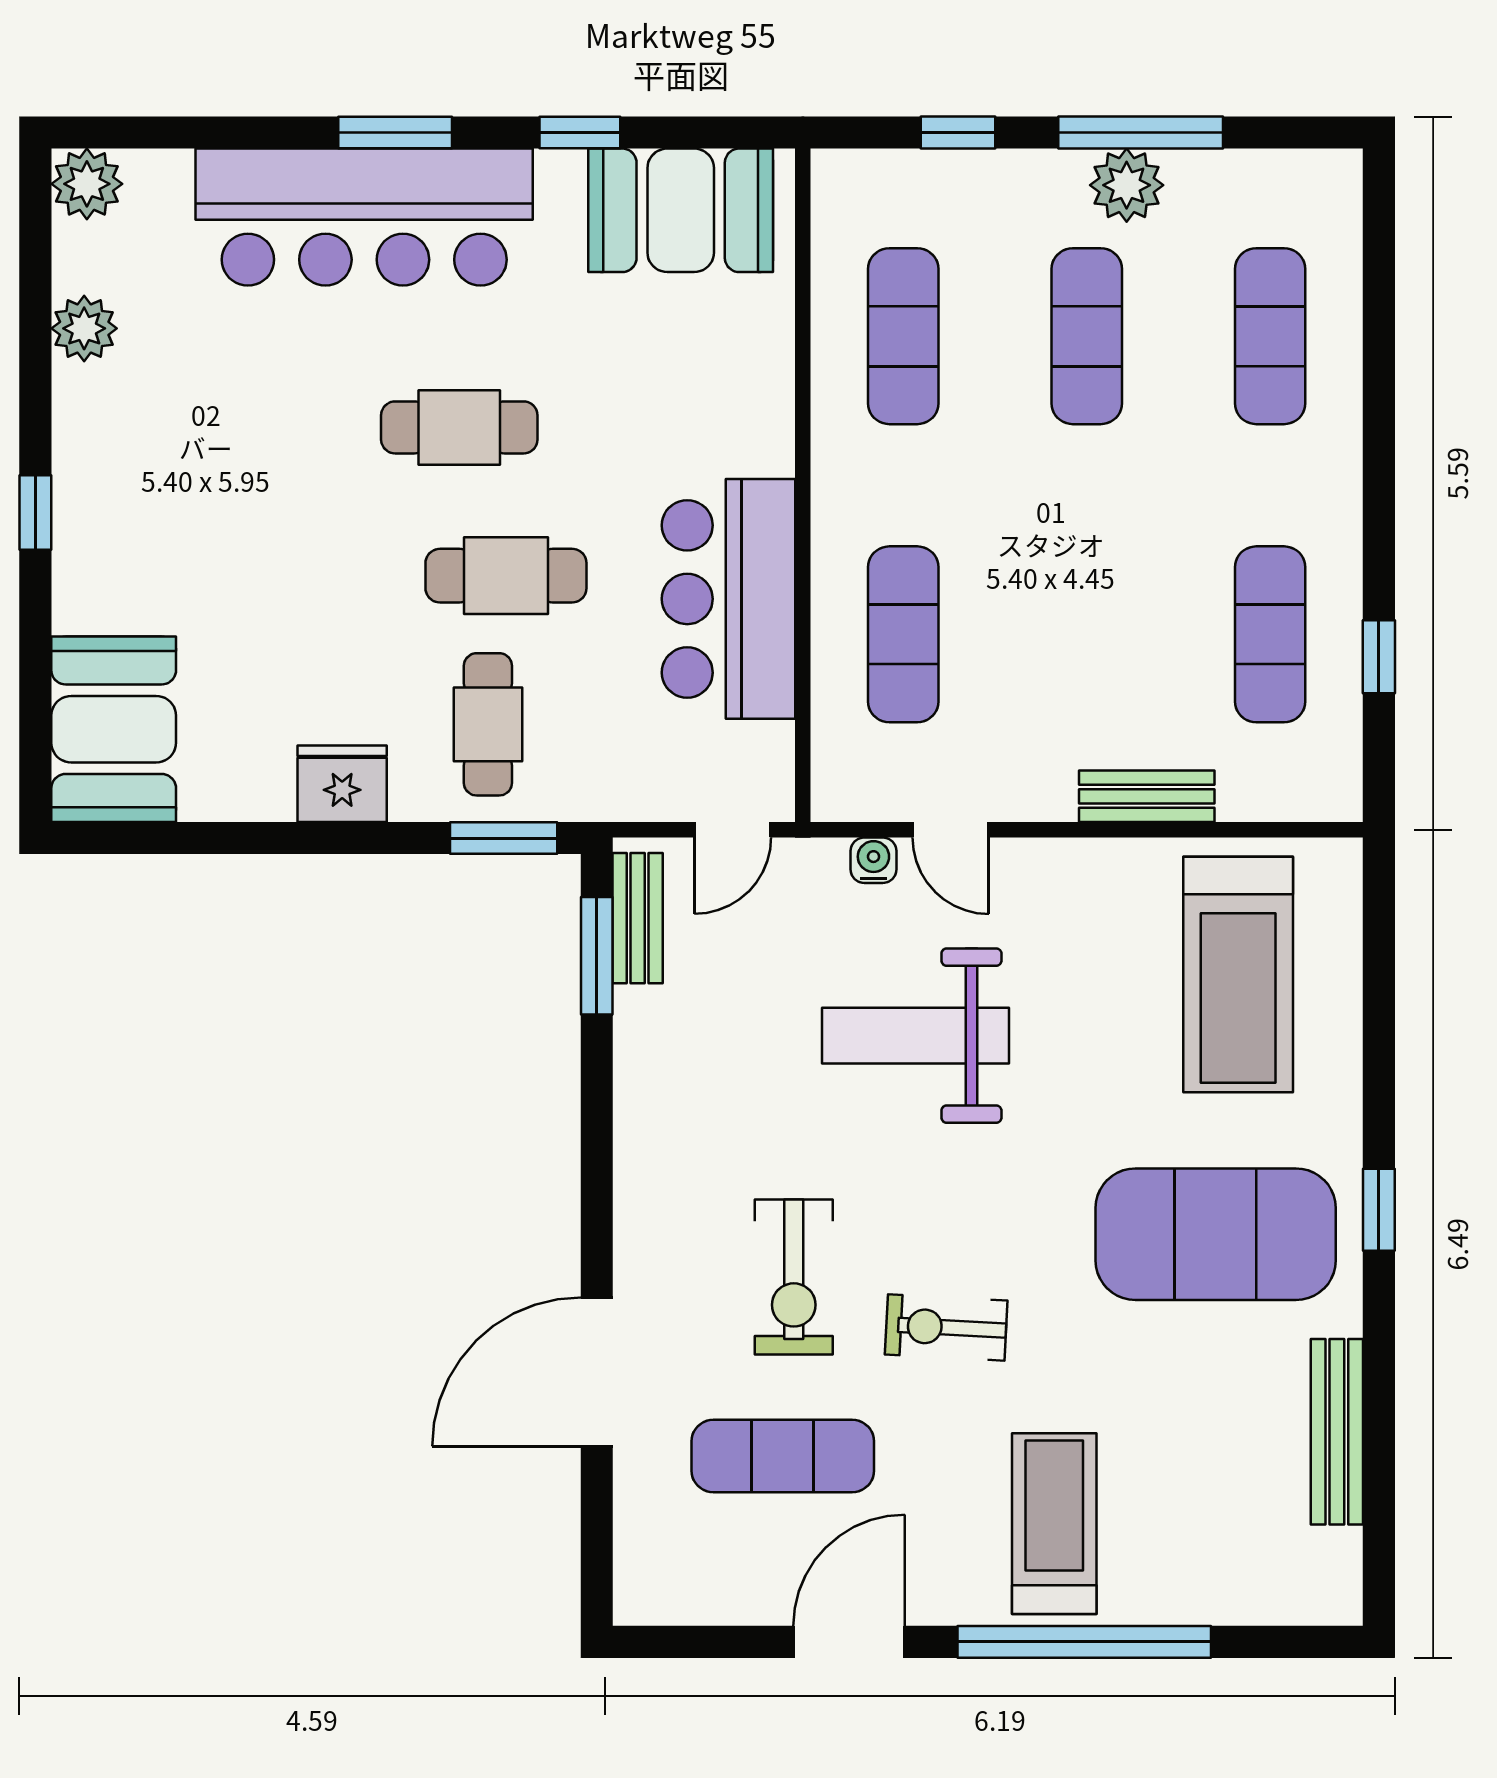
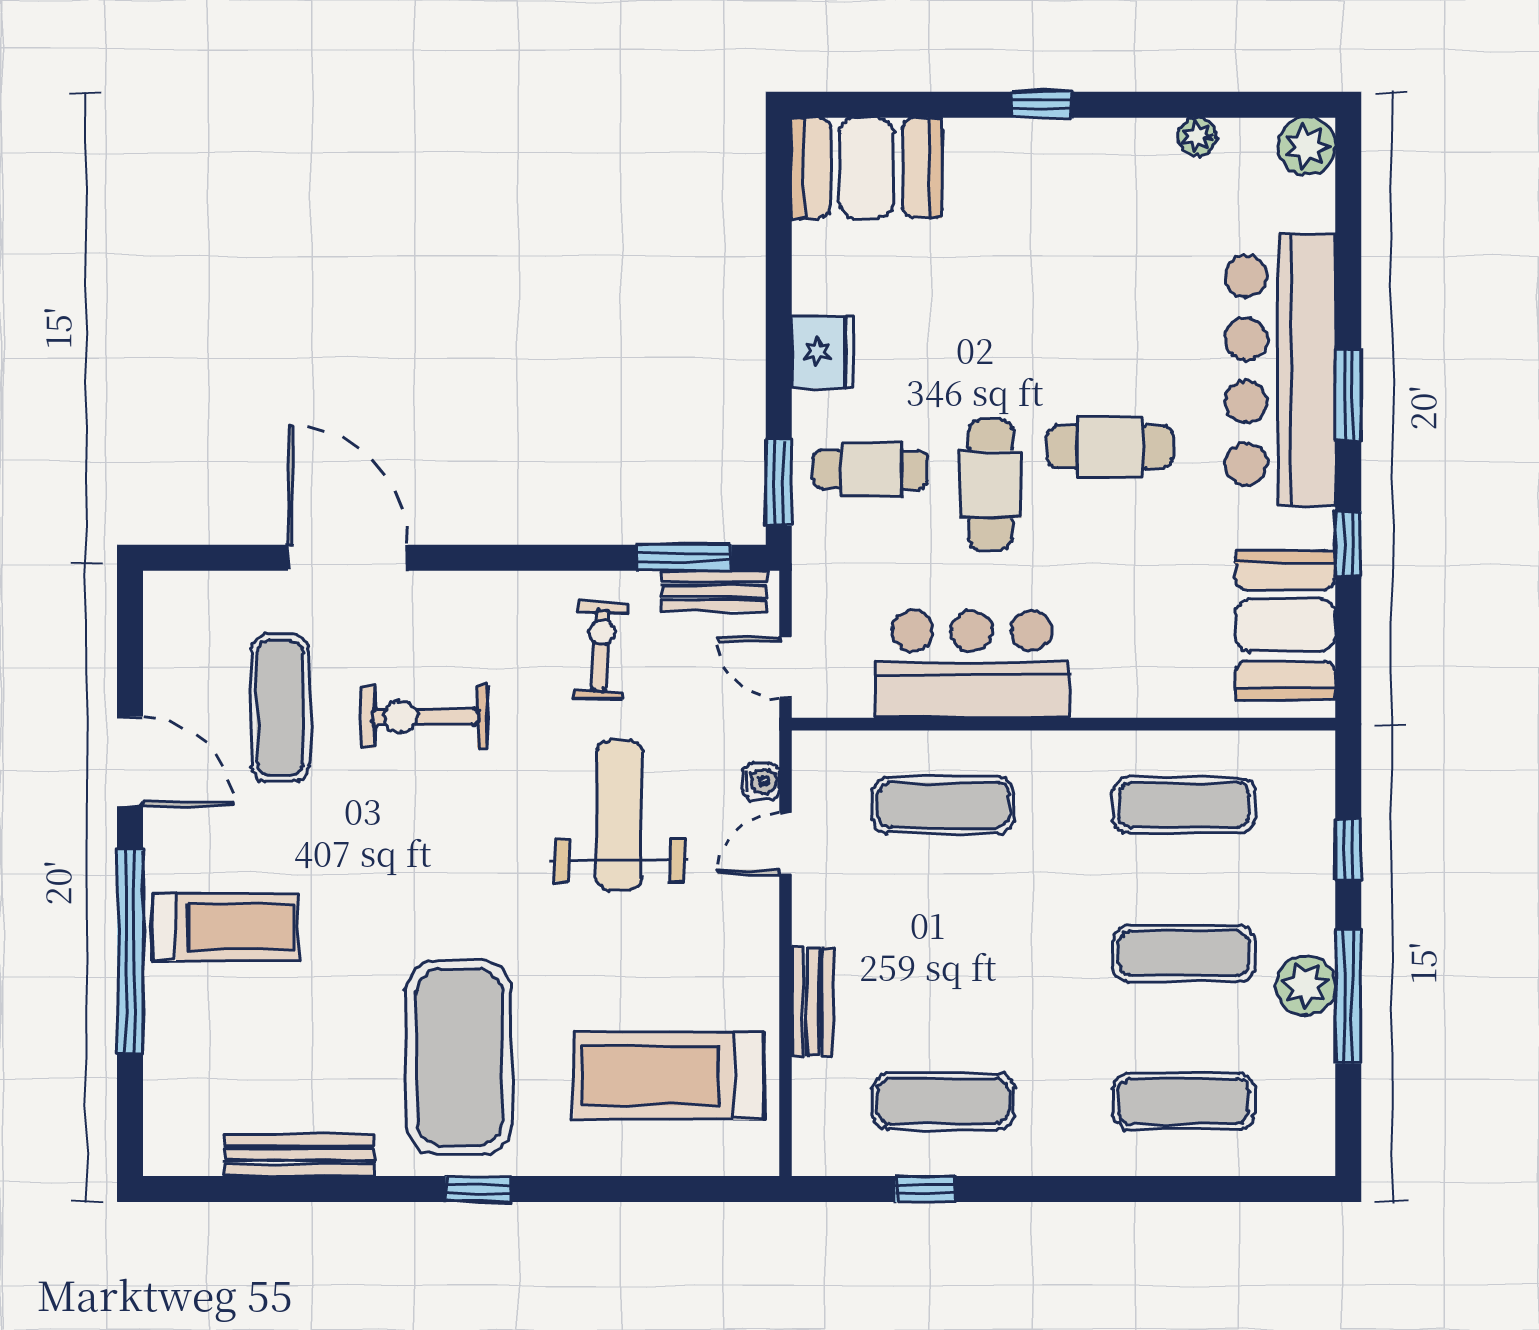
plant: (84, 328) -> (1197, 137), width x0.73, depth x0.73
cafe table: (459, 427) -> (1110, 447), turned 90
exercise bike: (946, 1327) -> (601, 650), moved

